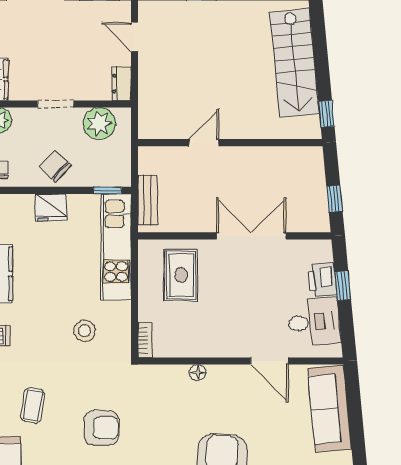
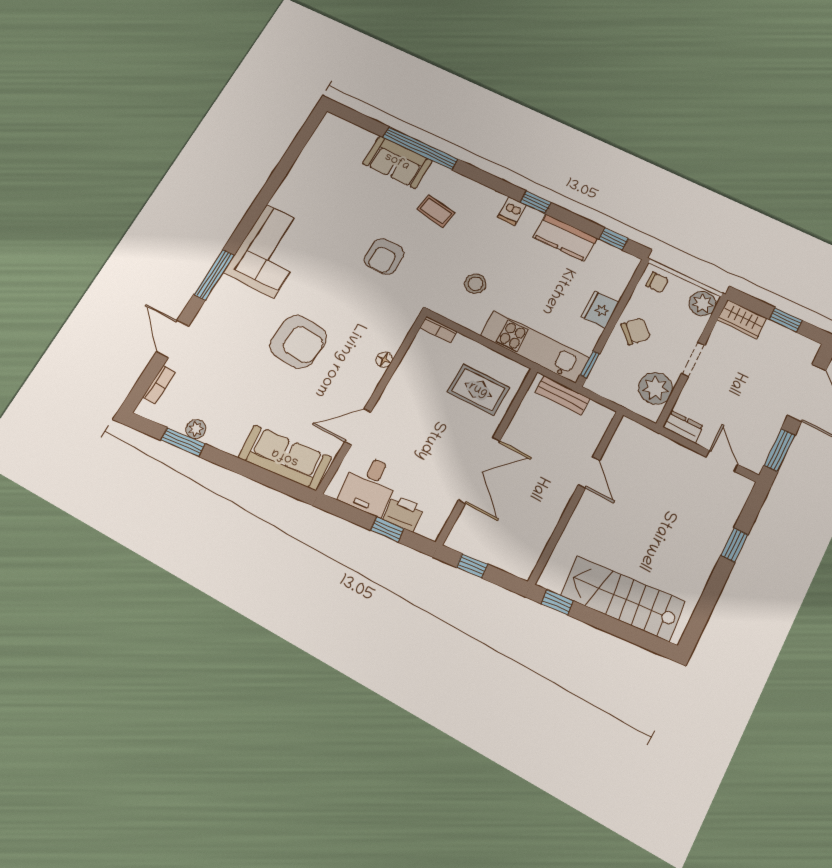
door: (135, 37) -> (722, 461), hinge flipped

